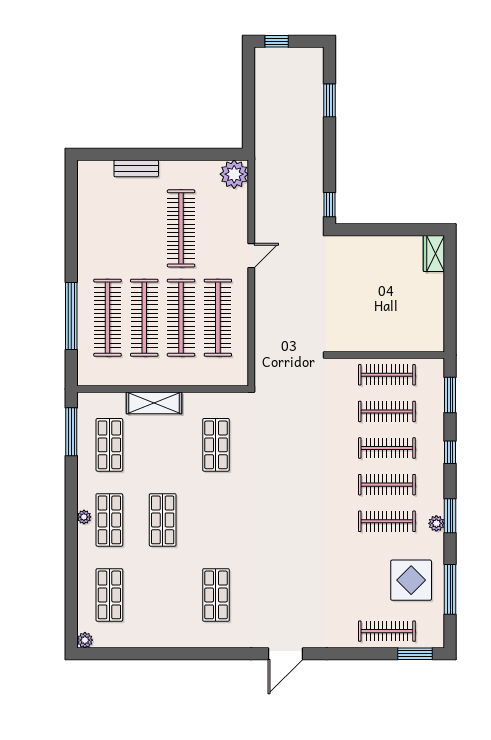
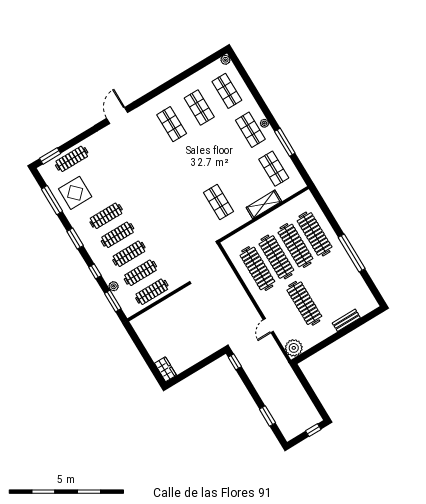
door: (251, 256) -> (268, 326), moved
window: (71, 316) -> (352, 253), moved
window: (71, 432) -> (285, 142), moved
shop shelf: (163, 520) -> (199, 107), moved
plant: (436, 523) -> (114, 286), moved

